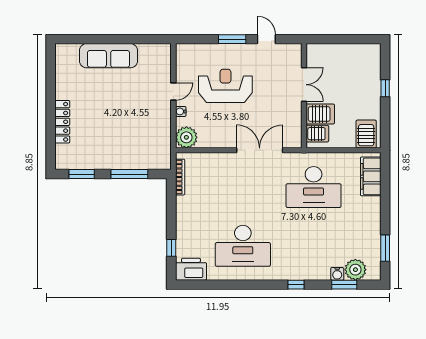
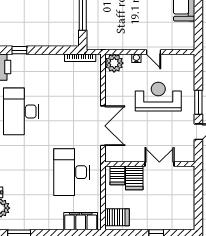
double door: (304, 85) -> (159, 164), swing flipped
reception desk: (225, 86) -> (158, 97), turned -90

